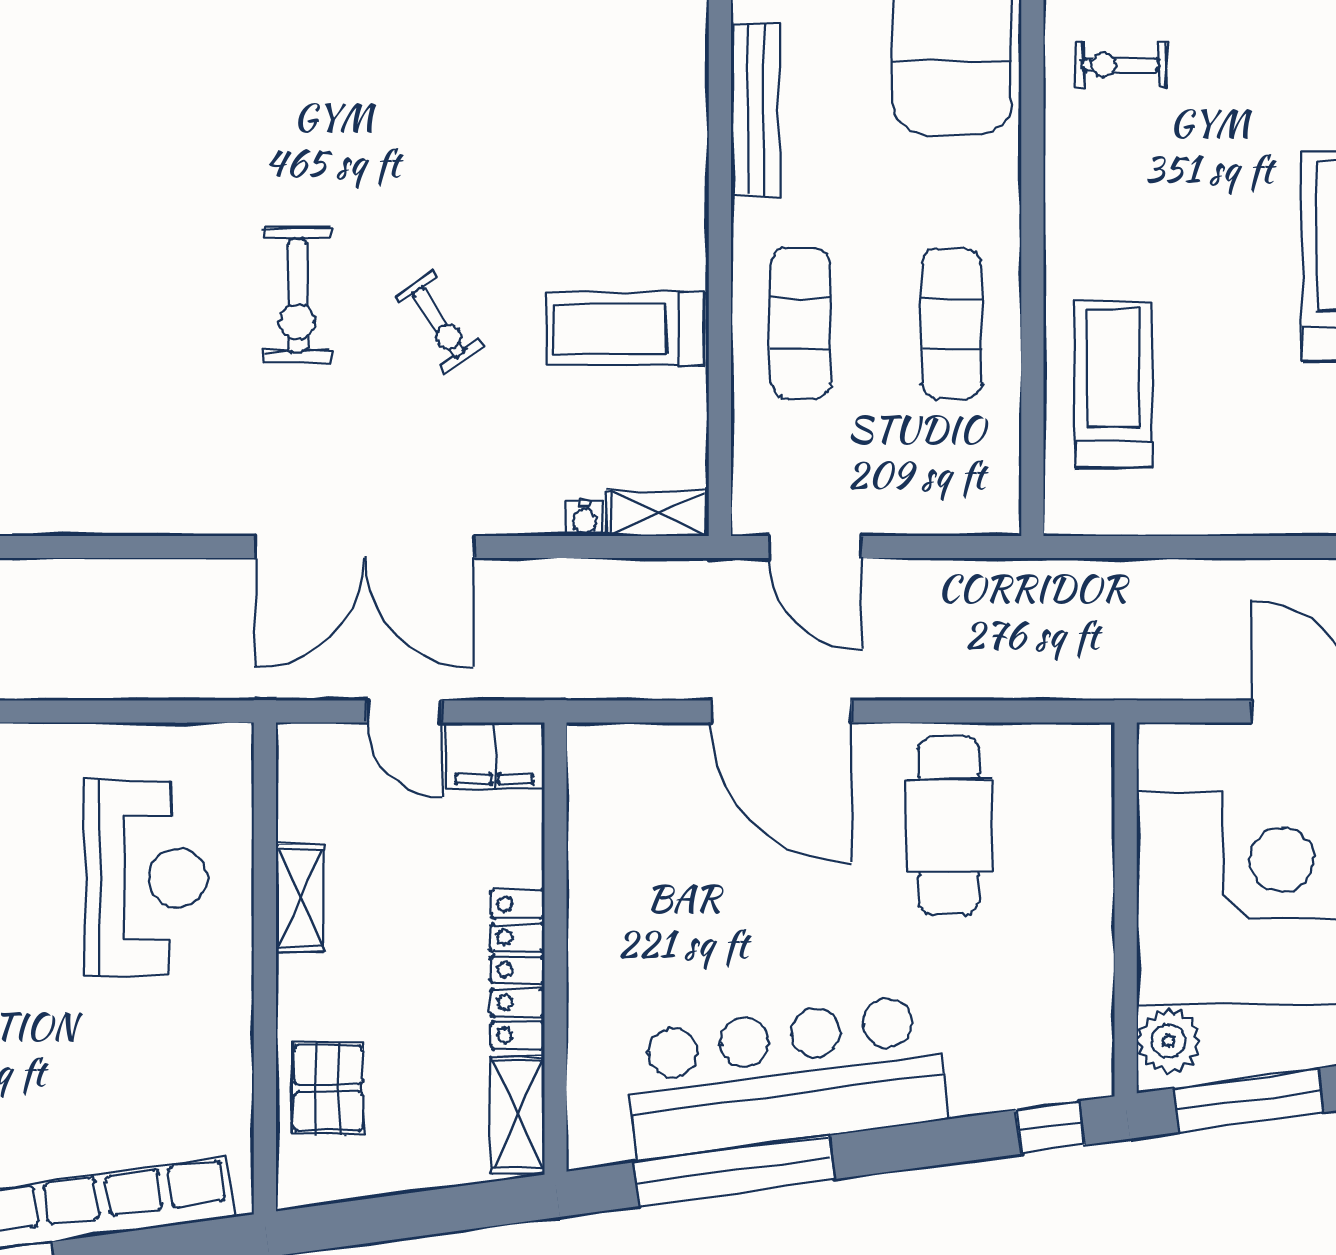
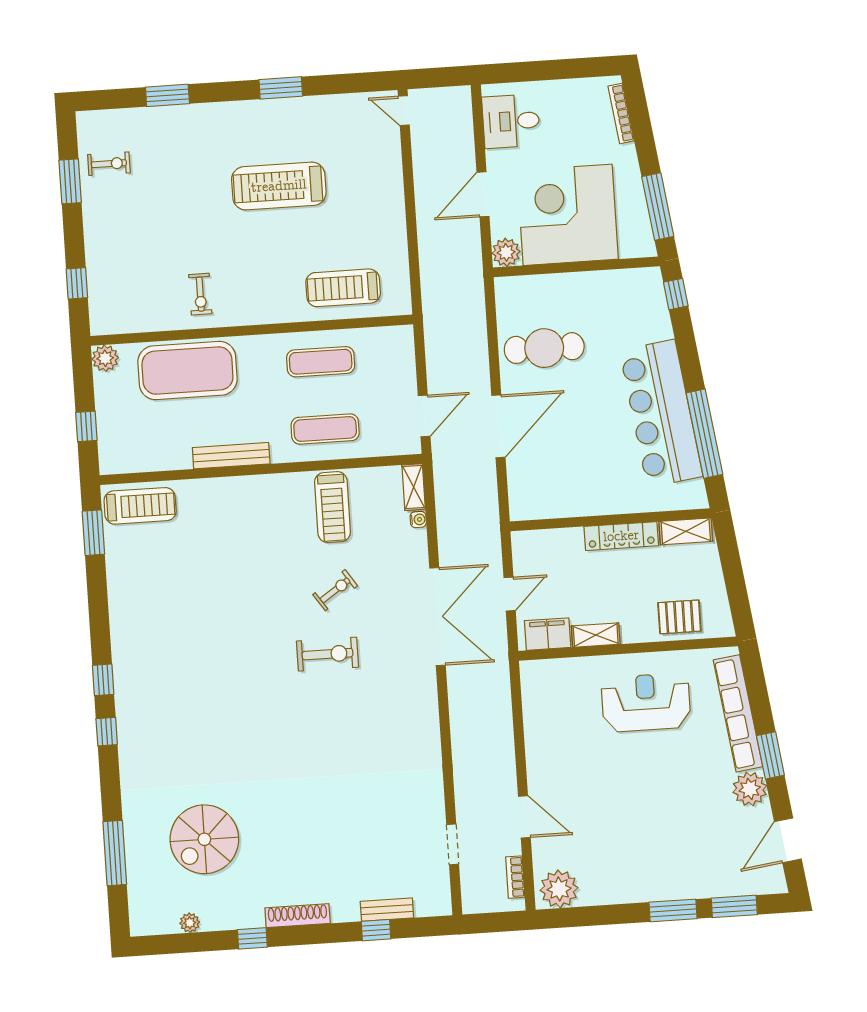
filing cabinet: (495, 756) -> (548, 634), moved, turned -90
reception desk: (146, 878) -> (646, 702), moved
plant: (1169, 1041) -> (506, 252), moved

